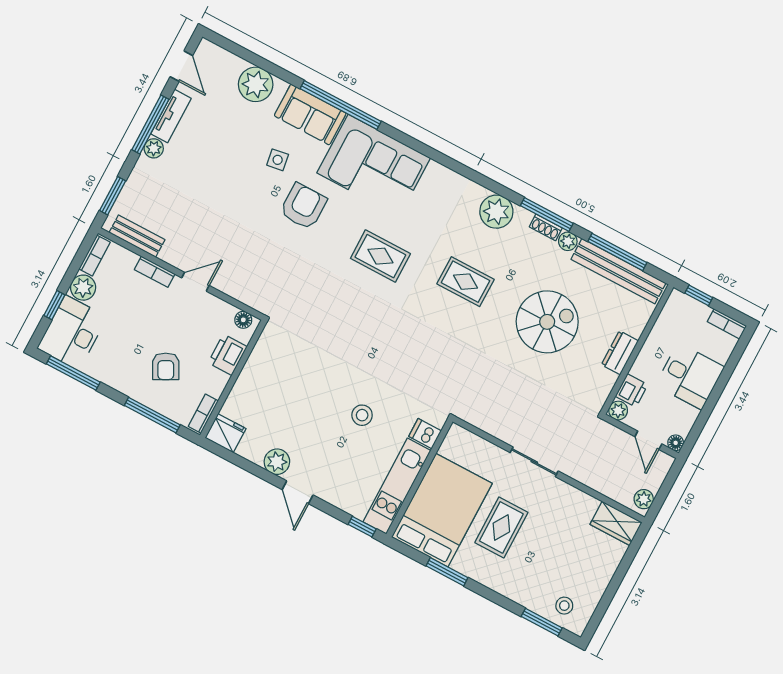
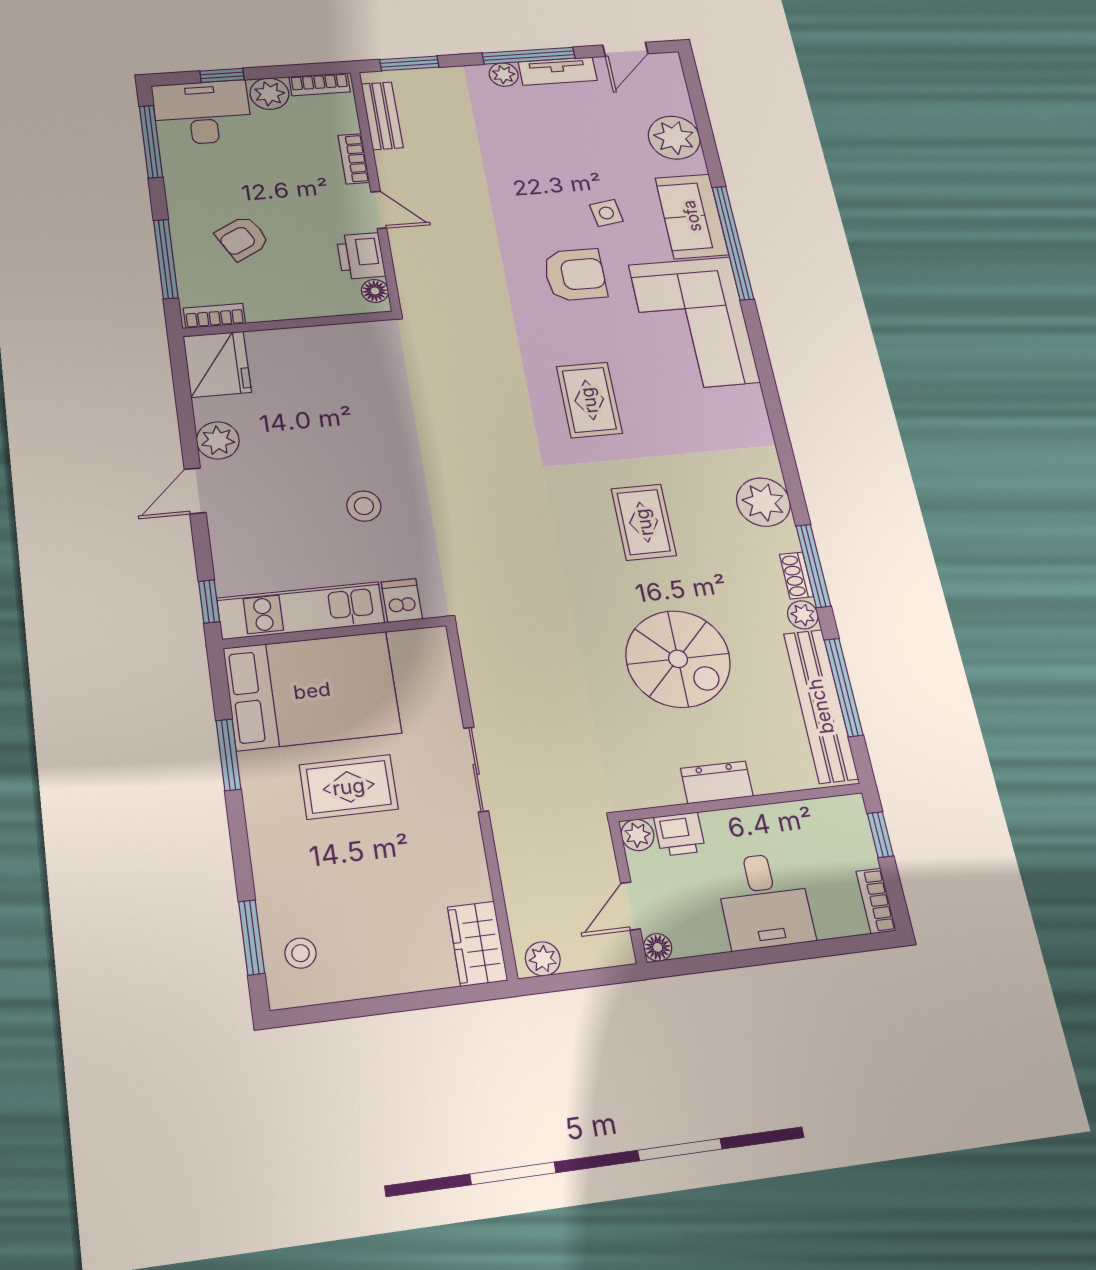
printer: (228, 355) -> (361, 256), moved, turned -90
fridge: (226, 433) -> (217, 364), width x1.36, depth x1.34

